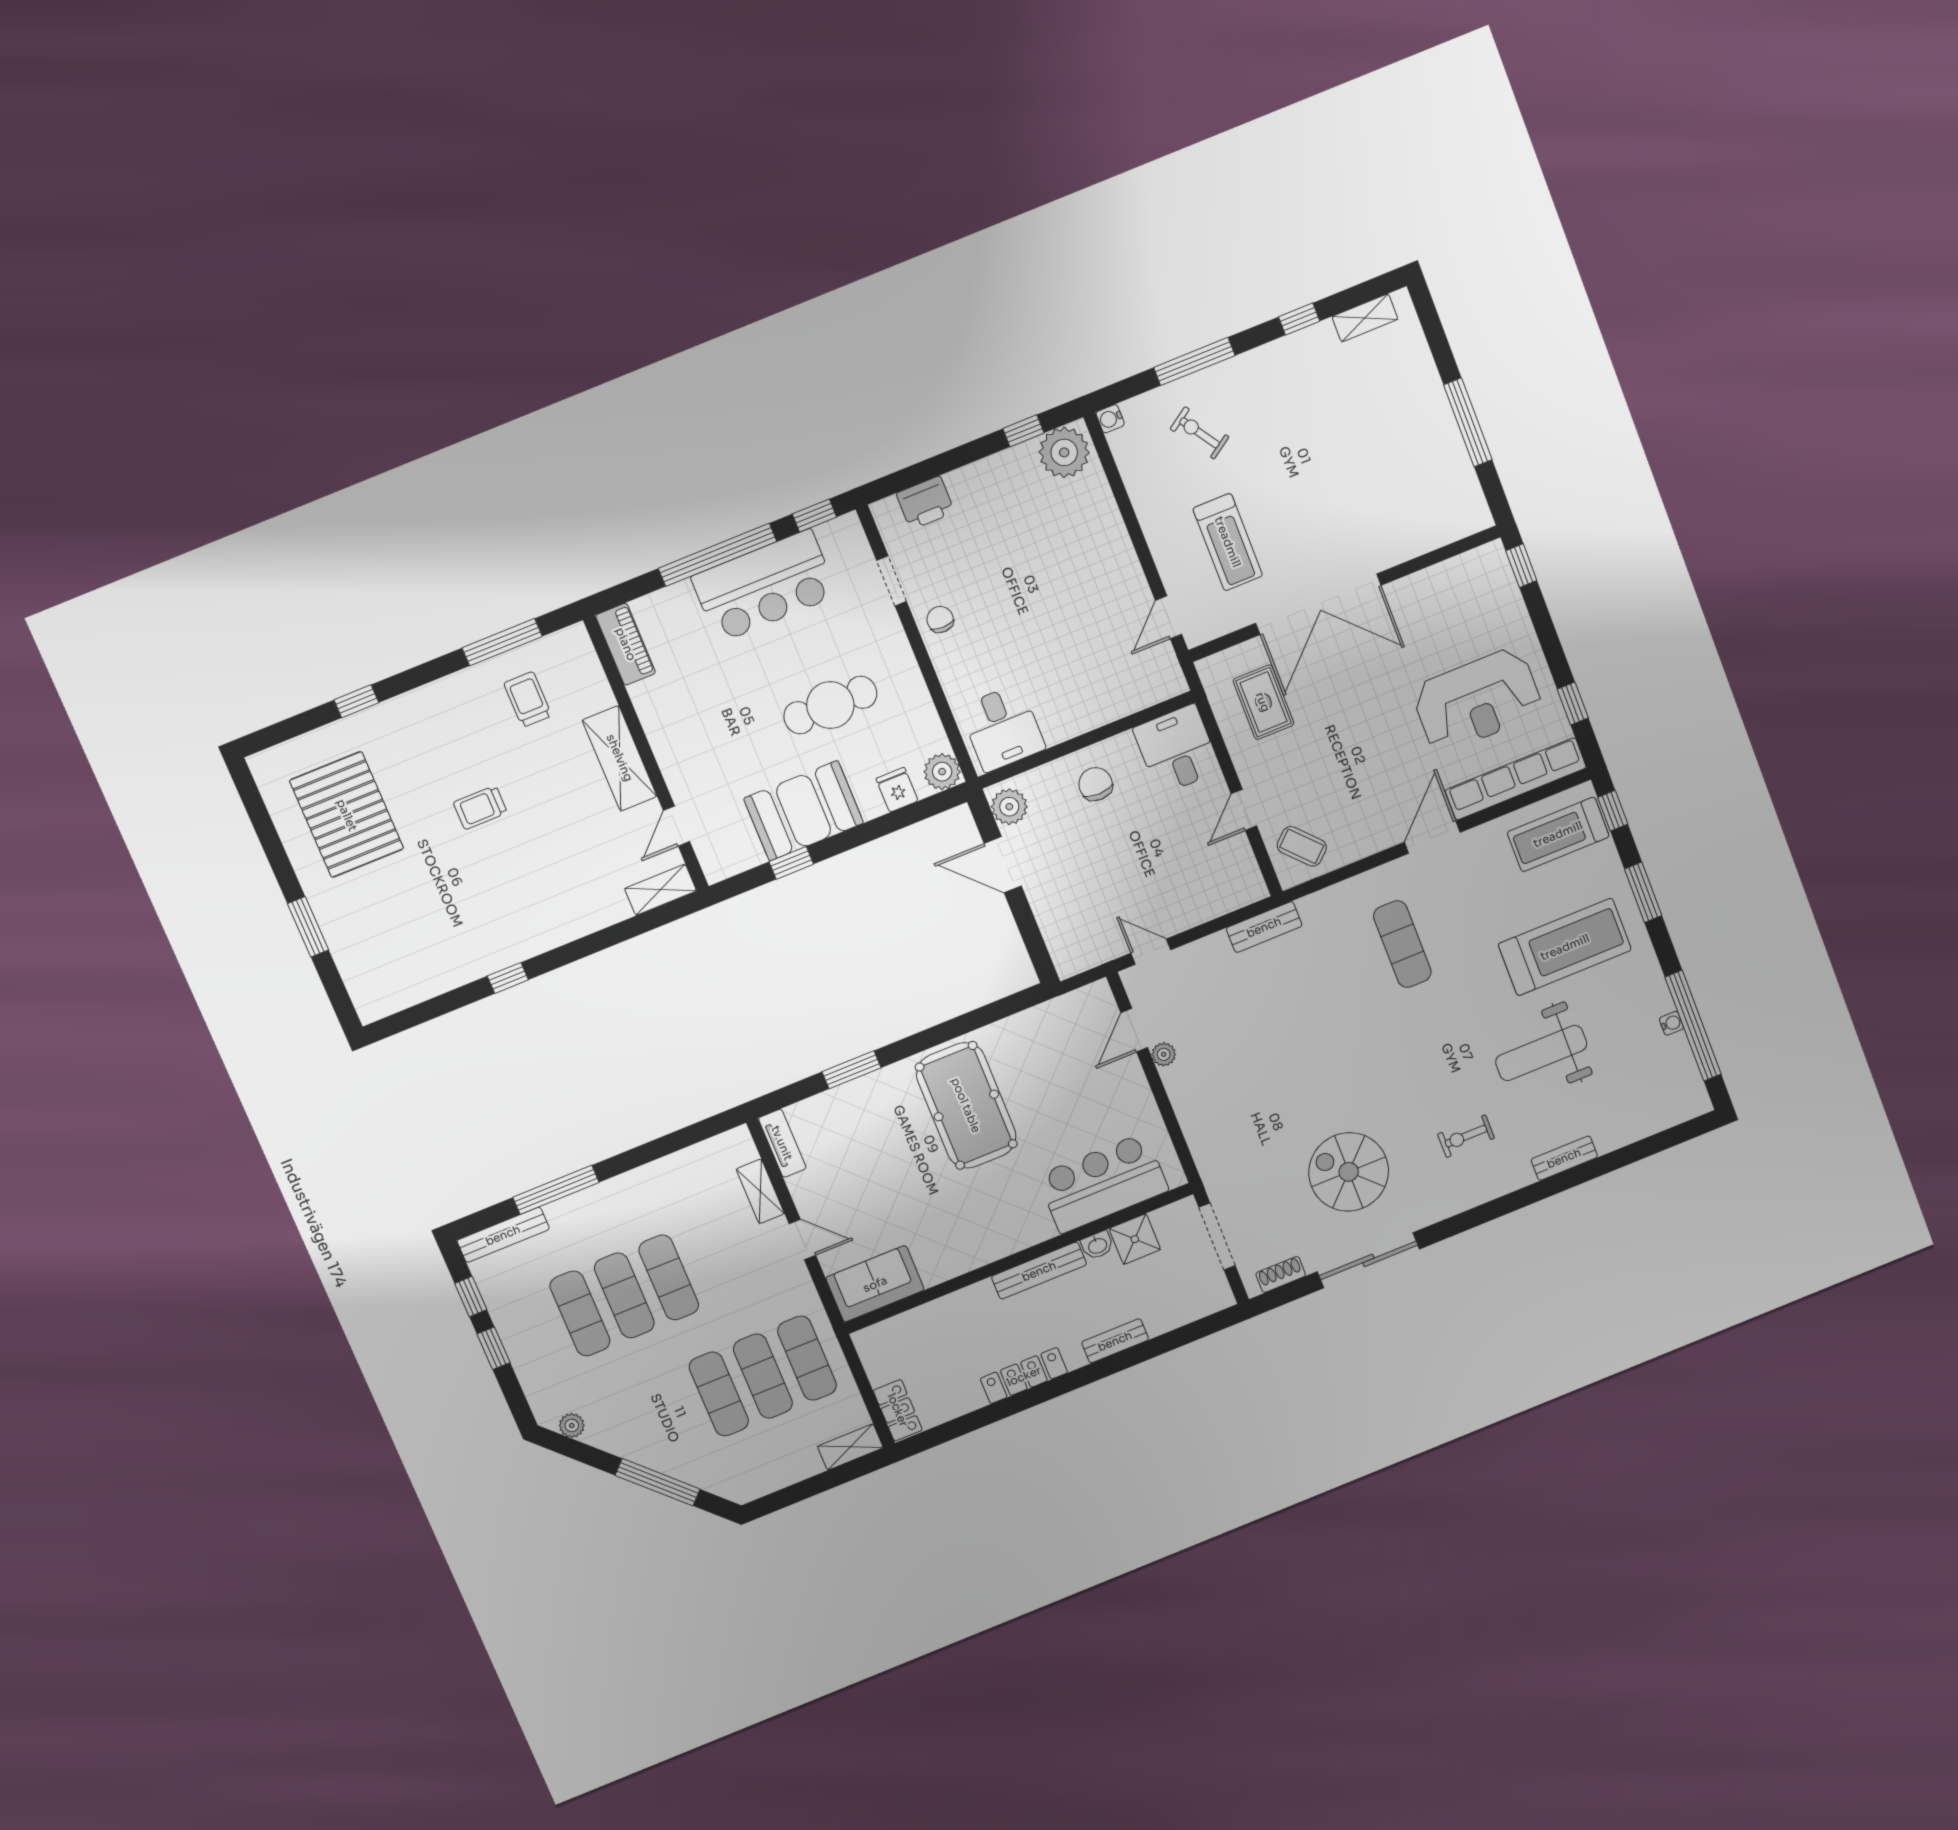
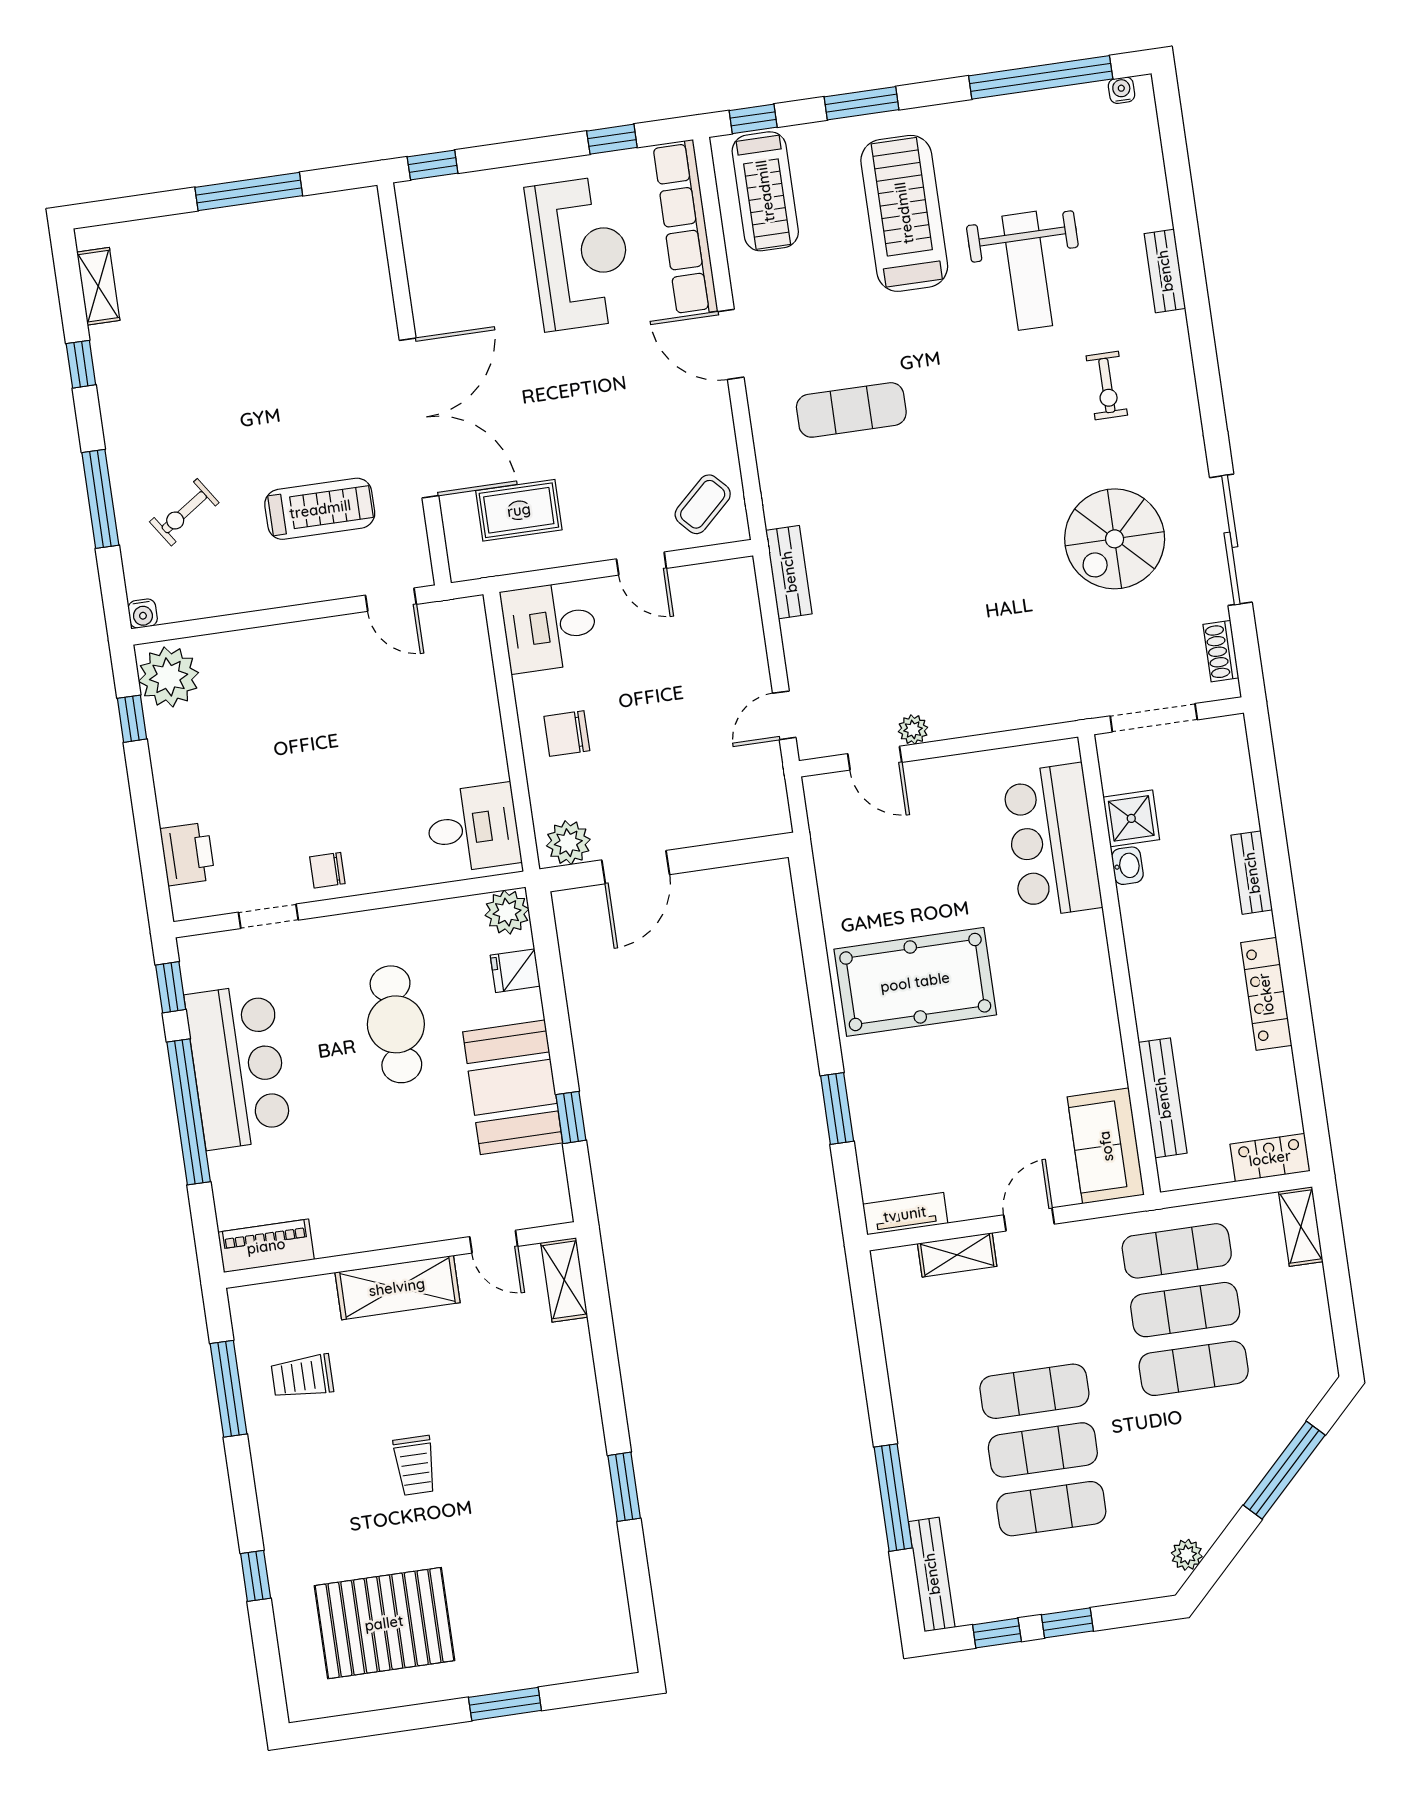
window: (508, 978) -> (624, 1487), width x1.50
water cooler: (1671, 1023) -> (1122, 90), moved
bench: (1039, 1271) -> (1163, 1098), moved

